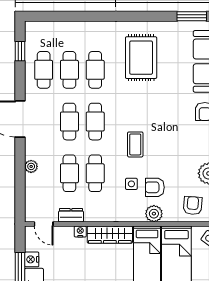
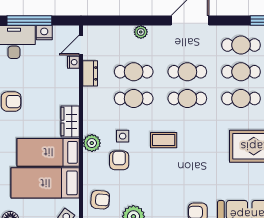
plant: (154, 214) -> (92, 143), moved
nightstand: (80, 231) -> (73, 62), moved
wardrobe: (110, 235) -> (70, 122), width x0.67

